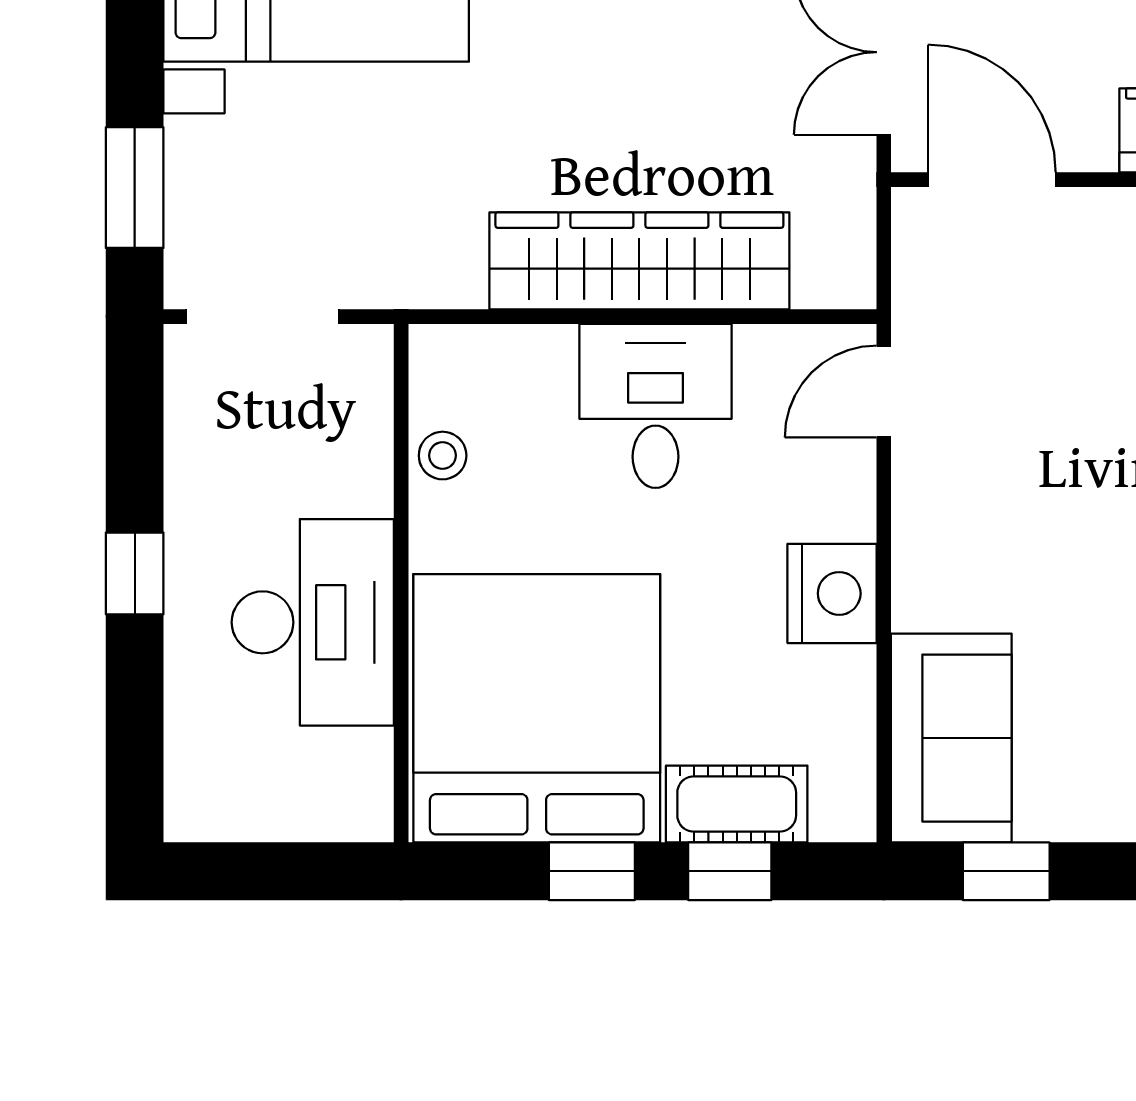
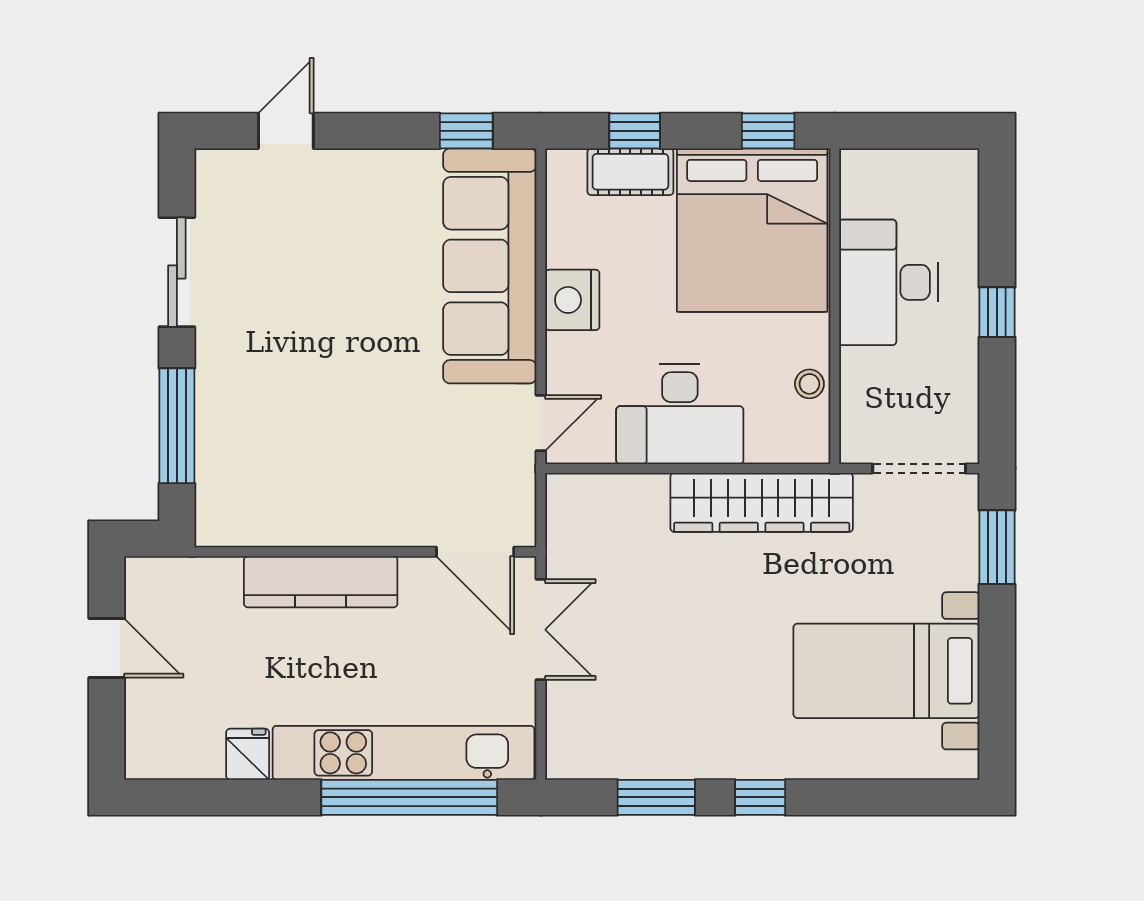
wardrobe: (639, 261) -> (762, 502), moved
desk: (656, 406) -> (680, 414), width x1.37
sofa: (951, 738) -> (490, 266), width x1.85, depth x1.27
window: (592, 871) -> (768, 131), moved

